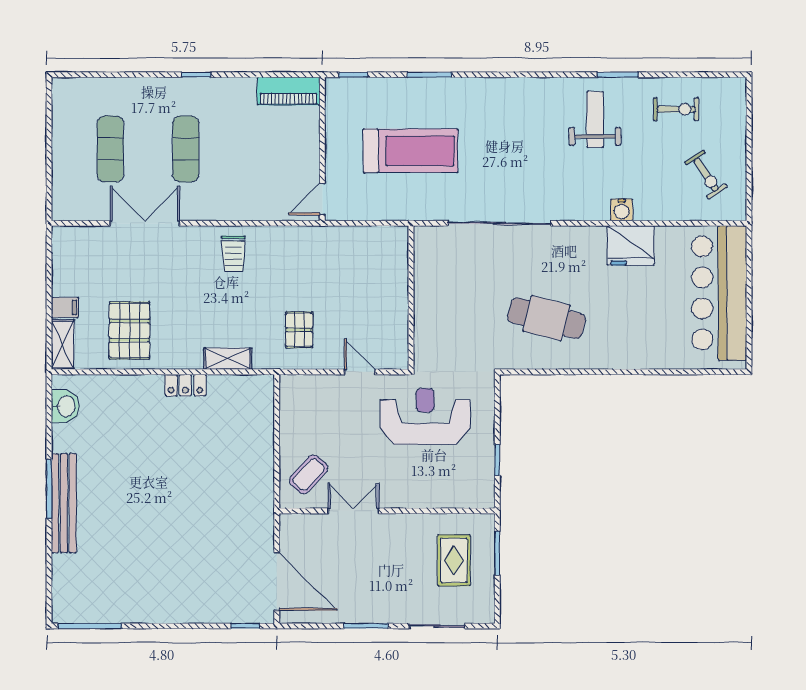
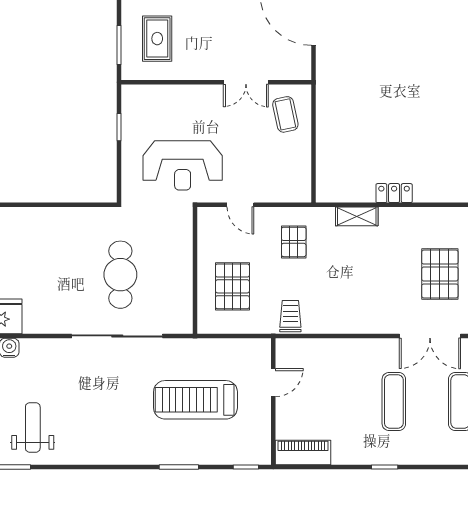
weight bench: (595, 119) -> (33, 427), turned 180
door: (322, 199) -> (273, 383), moved
trolley: (233, 254) -> (290, 316), moved
pallet: (369, 279) -> (232, 286), added
cafe table: (546, 318) -> (120, 275), moved, turned 76
pallet: (130, 330) -> (440, 274), moved
coffee table: (309, 474) -> (285, 114), turned -55

